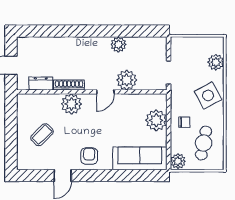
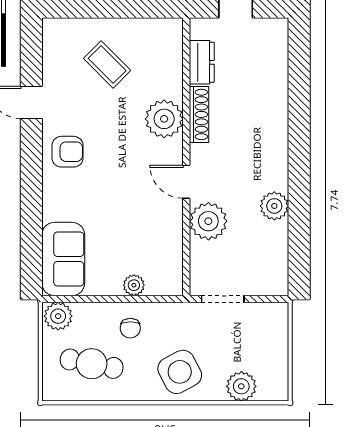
plant: (156, 120) -> (134, 285), width x0.53, depth x0.53
sofa: (140, 158) -> (63, 259), width x0.73

